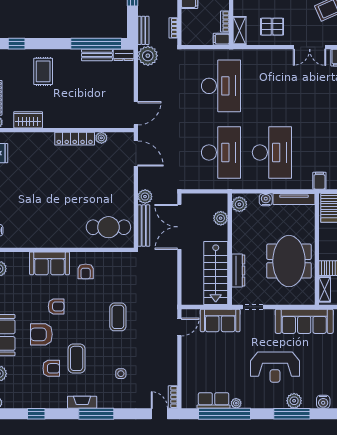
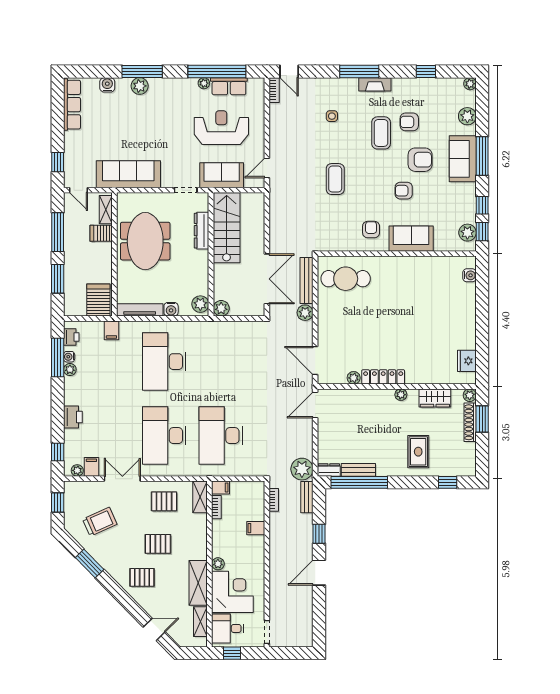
plant: (59, 123) -> (401, 395), added
desk: (221, 152) -> (164, 436), moved
plant: (221, 218) -> (221, 308), moved
reception desk: (275, 367) -> (221, 128), moved

